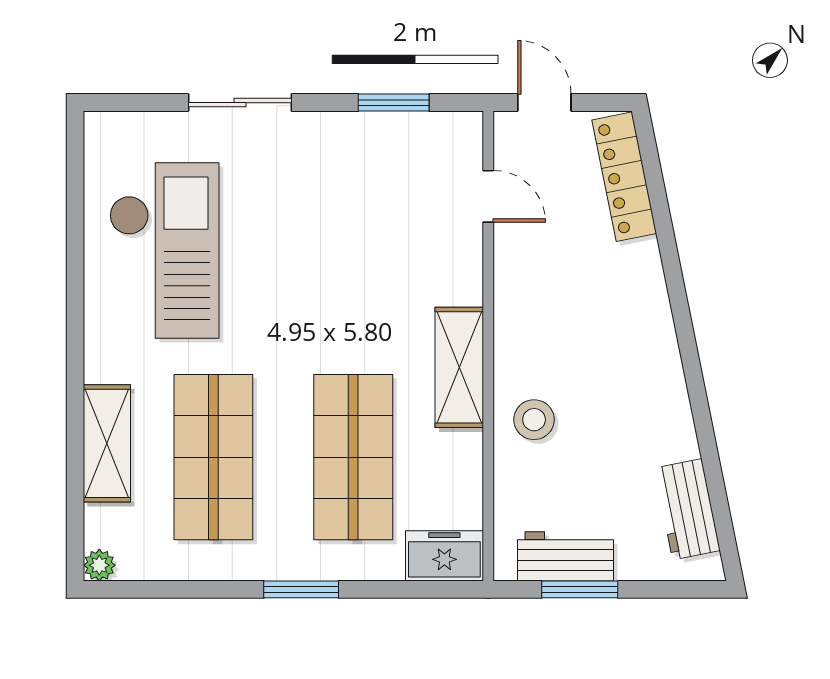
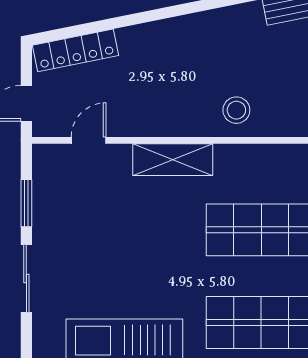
sliding door: (240, 103) -> (26, 279), moved
shelving: (459, 367) -> (173, 160), moved

